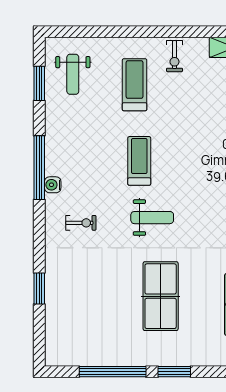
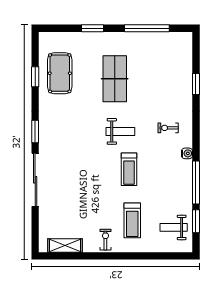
weight bench: (73, 74) -> (174, 227), turned -90
window: (39, 168) -> (196, 182), moved
weight bench: (152, 218) -> (120, 131), turned 180
window: (174, 372) -> (92, 28), moved

